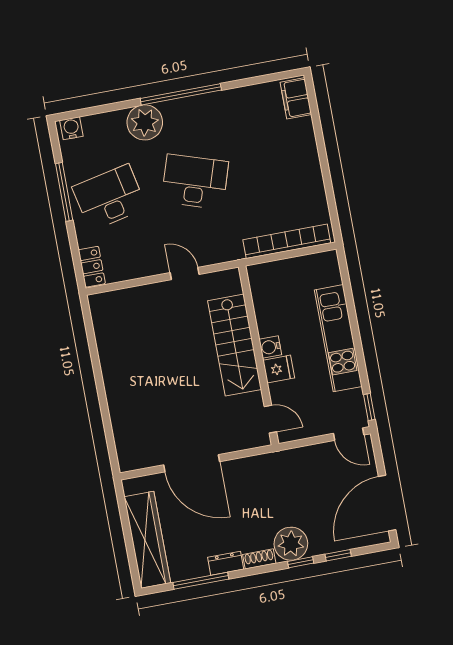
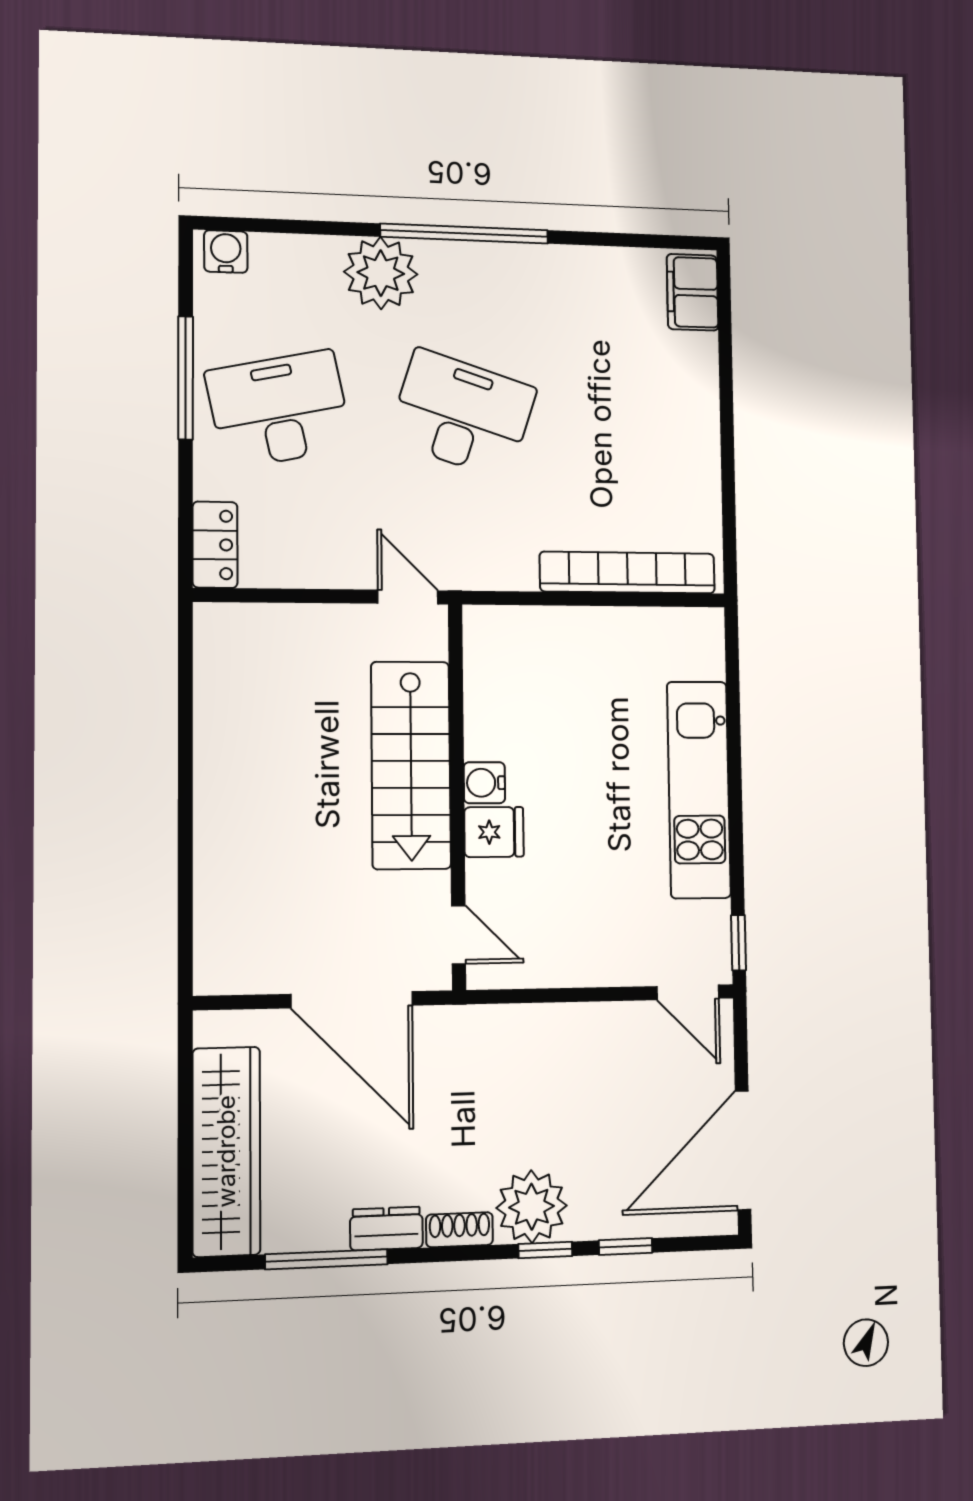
stairs: (235, 345) -> (411, 765), moved
water cooler: (270, 347) -> (484, 783), moved
wall: (259, 355) -> (457, 796), moved
fridge: (279, 369) -> (494, 832), moved
door: (270, 419) -> (459, 935), moved

